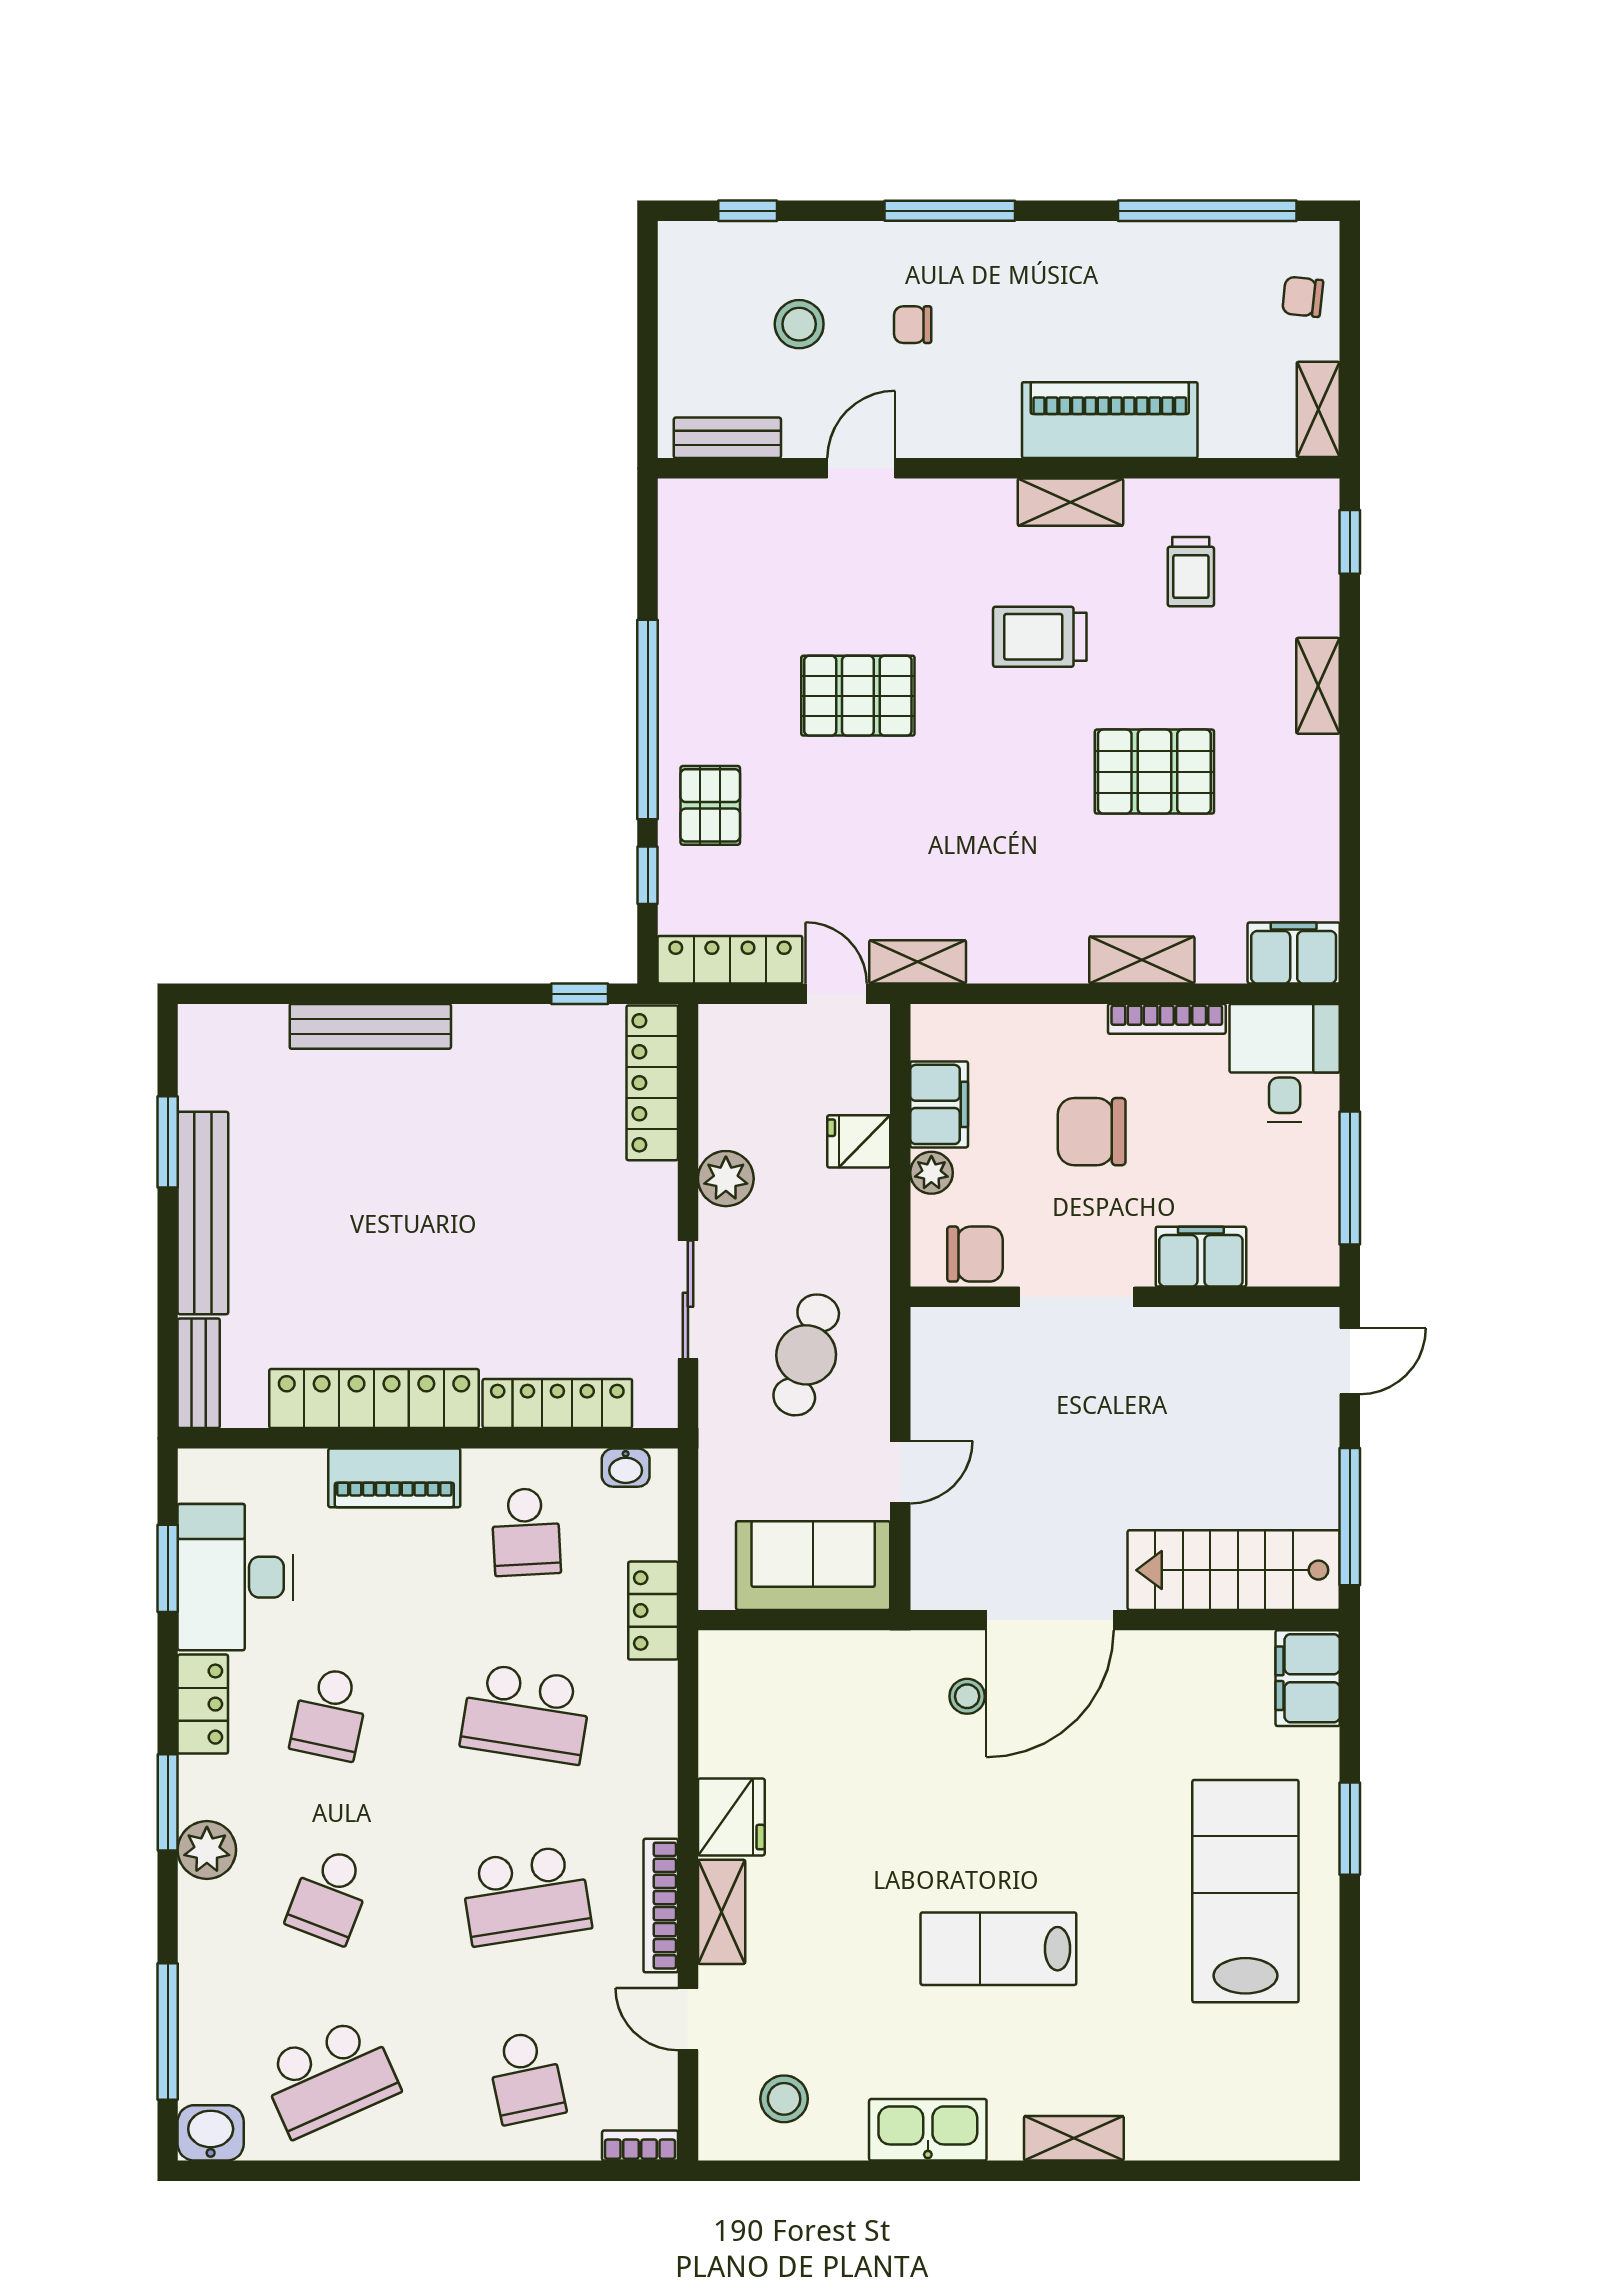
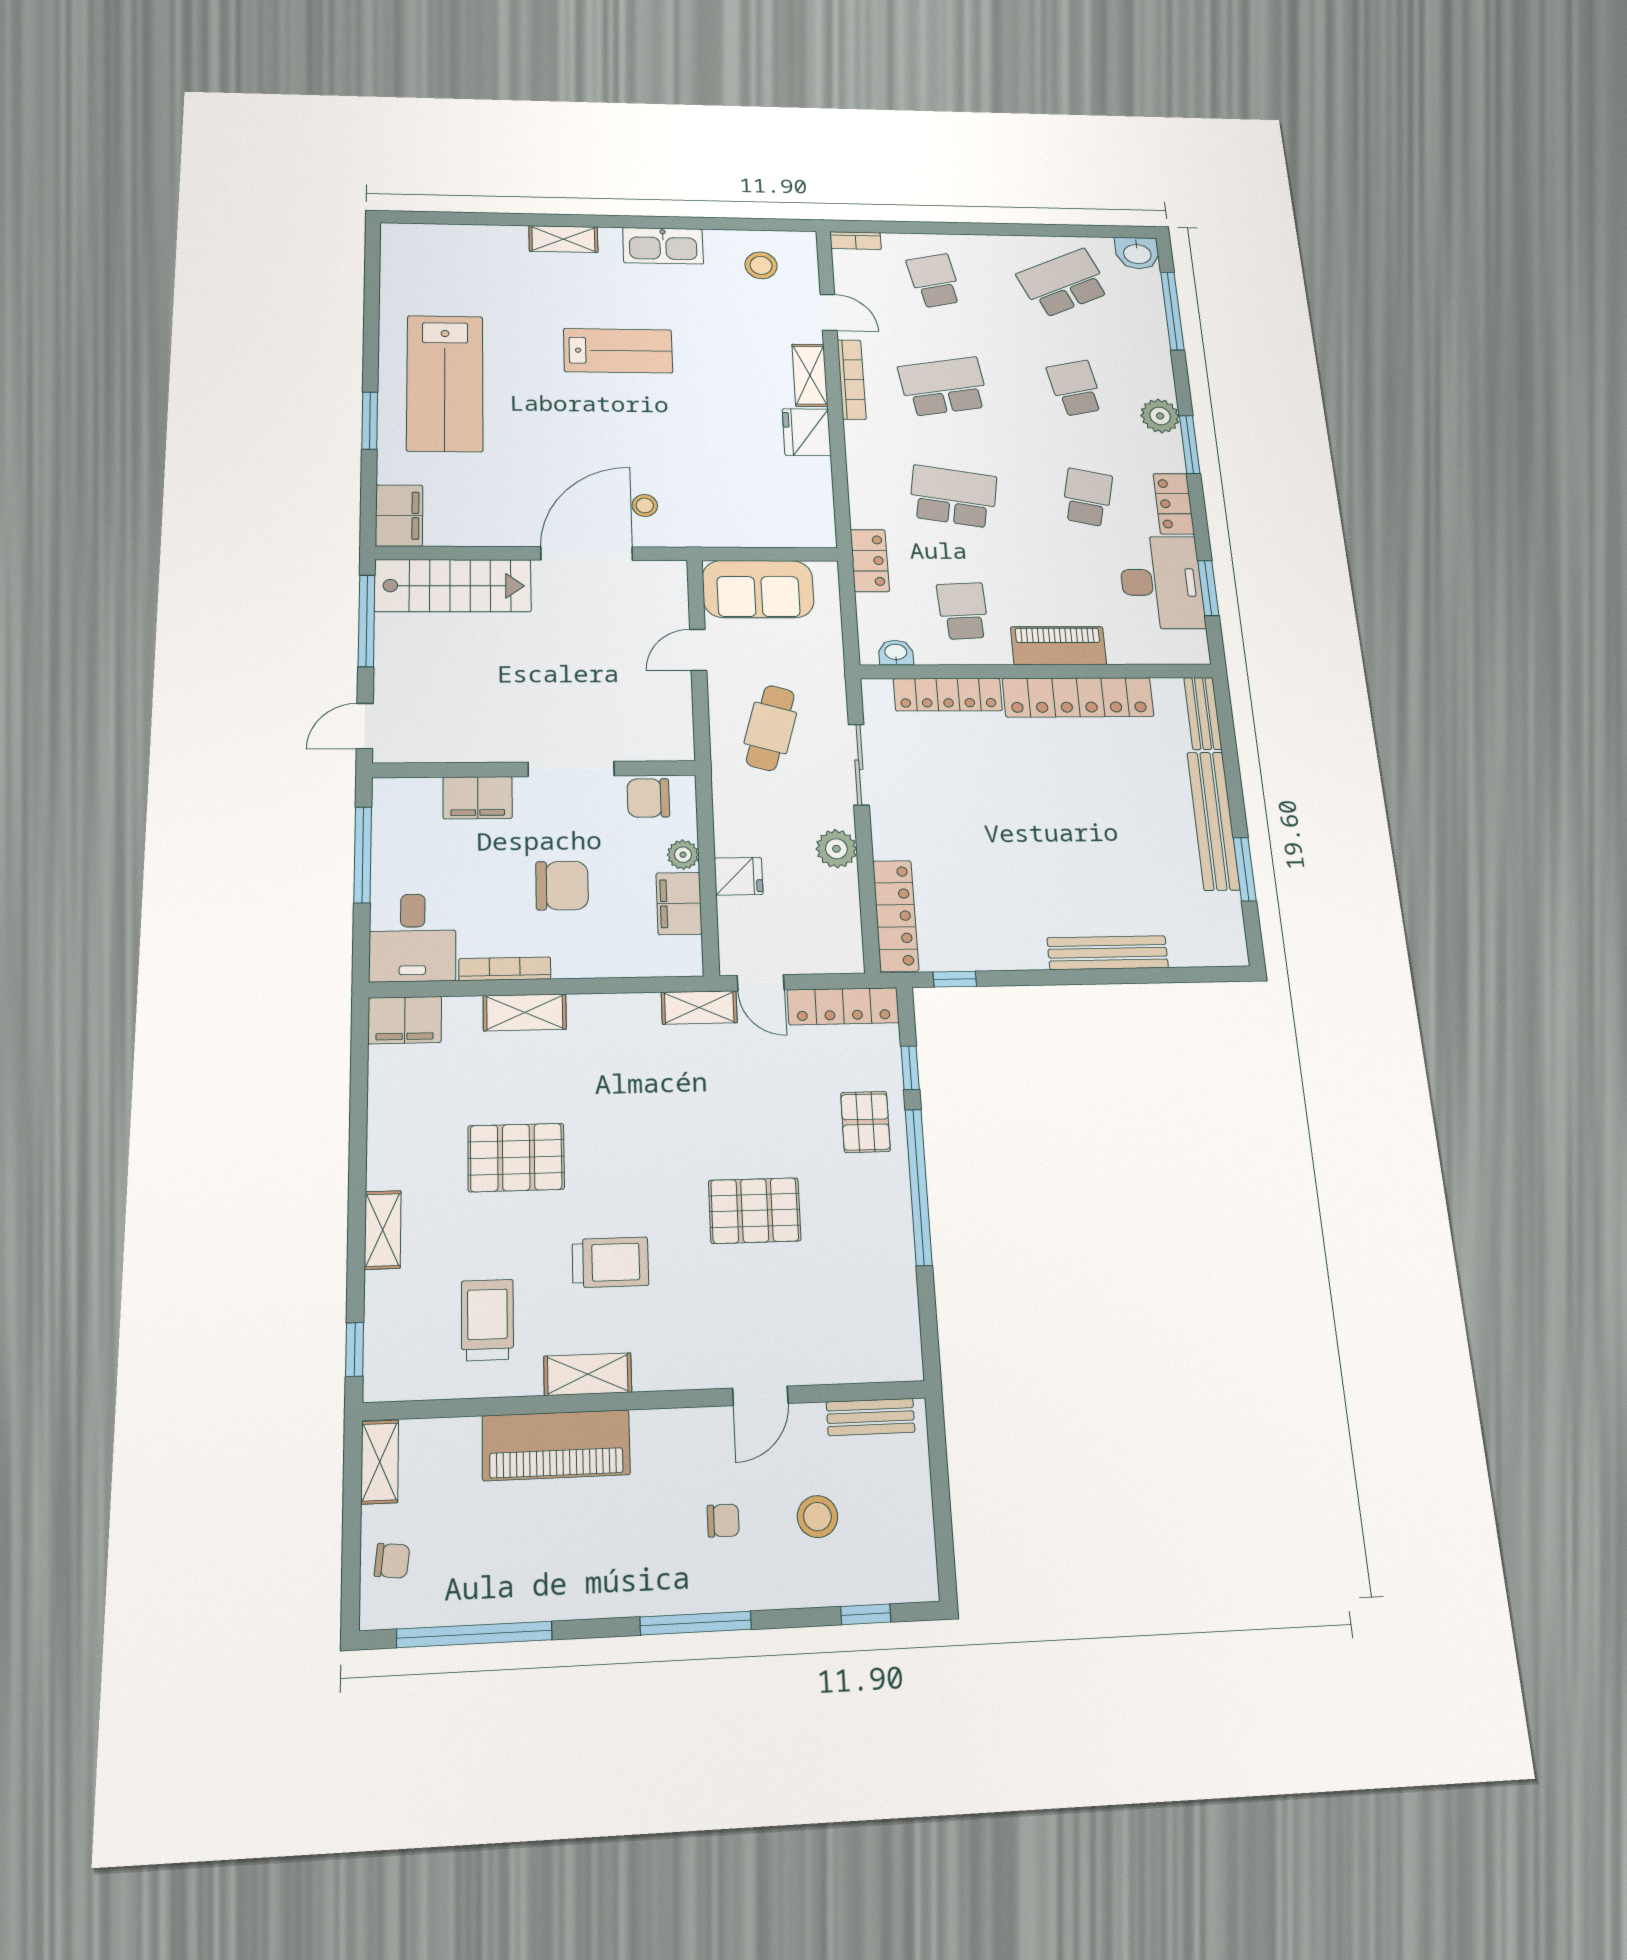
trolley: (1191, 572) -> (487, 1320), width x1.36, depth x1.39
school desk: (330, 1895) -> (1075, 388), turned -33

